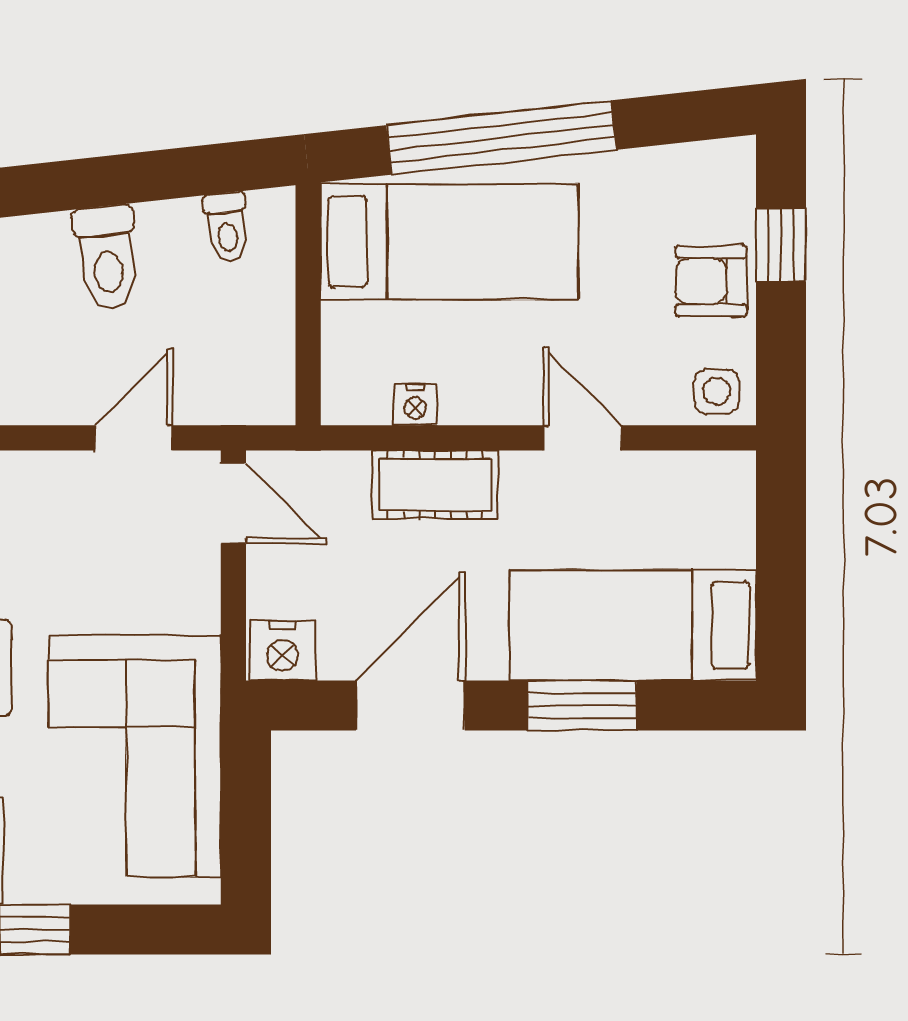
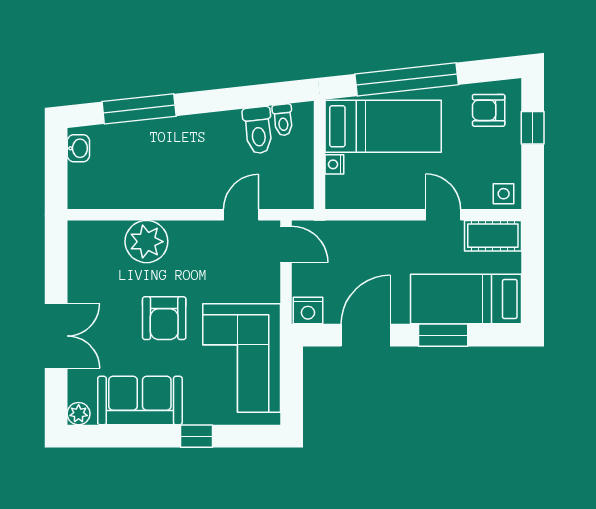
toilet: (107, 258) -> (258, 130), moved
armchair: (711, 281) -> (489, 110), moved
nightstand: (415, 405) -> (334, 164), moved, turned 90
cot: (435, 485) -> (493, 236), moved

